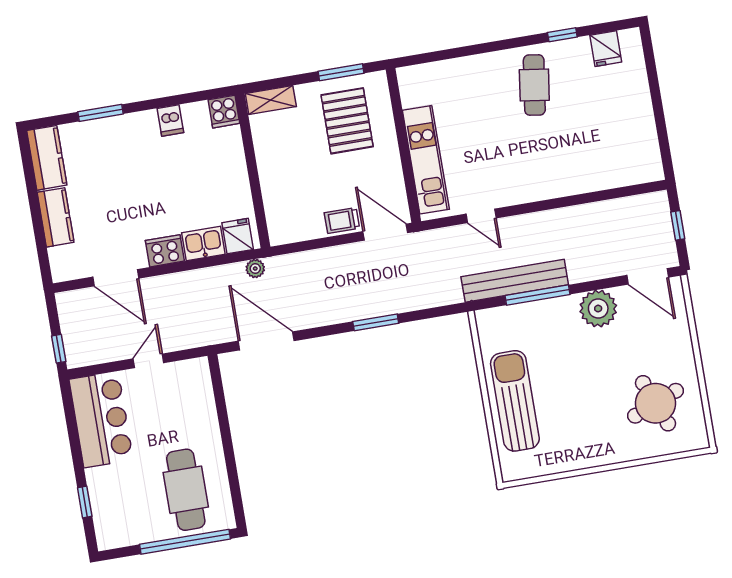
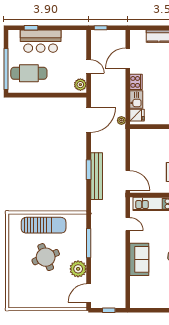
sofa: (554, 177) -> (139, 259), added
door: (481, 216) -> (128, 224), swing flipped
trolley: (342, 220) -> (136, 162), removed
door: (385, 232) -> (128, 181), hinge flipped
bench: (515, 281) -> (97, 176), moved
plant: (192, 372) -> (80, 85), added
round table: (656, 403) -> (46, 257), moved
bar counter: (101, 420) -> (41, 41), moved

